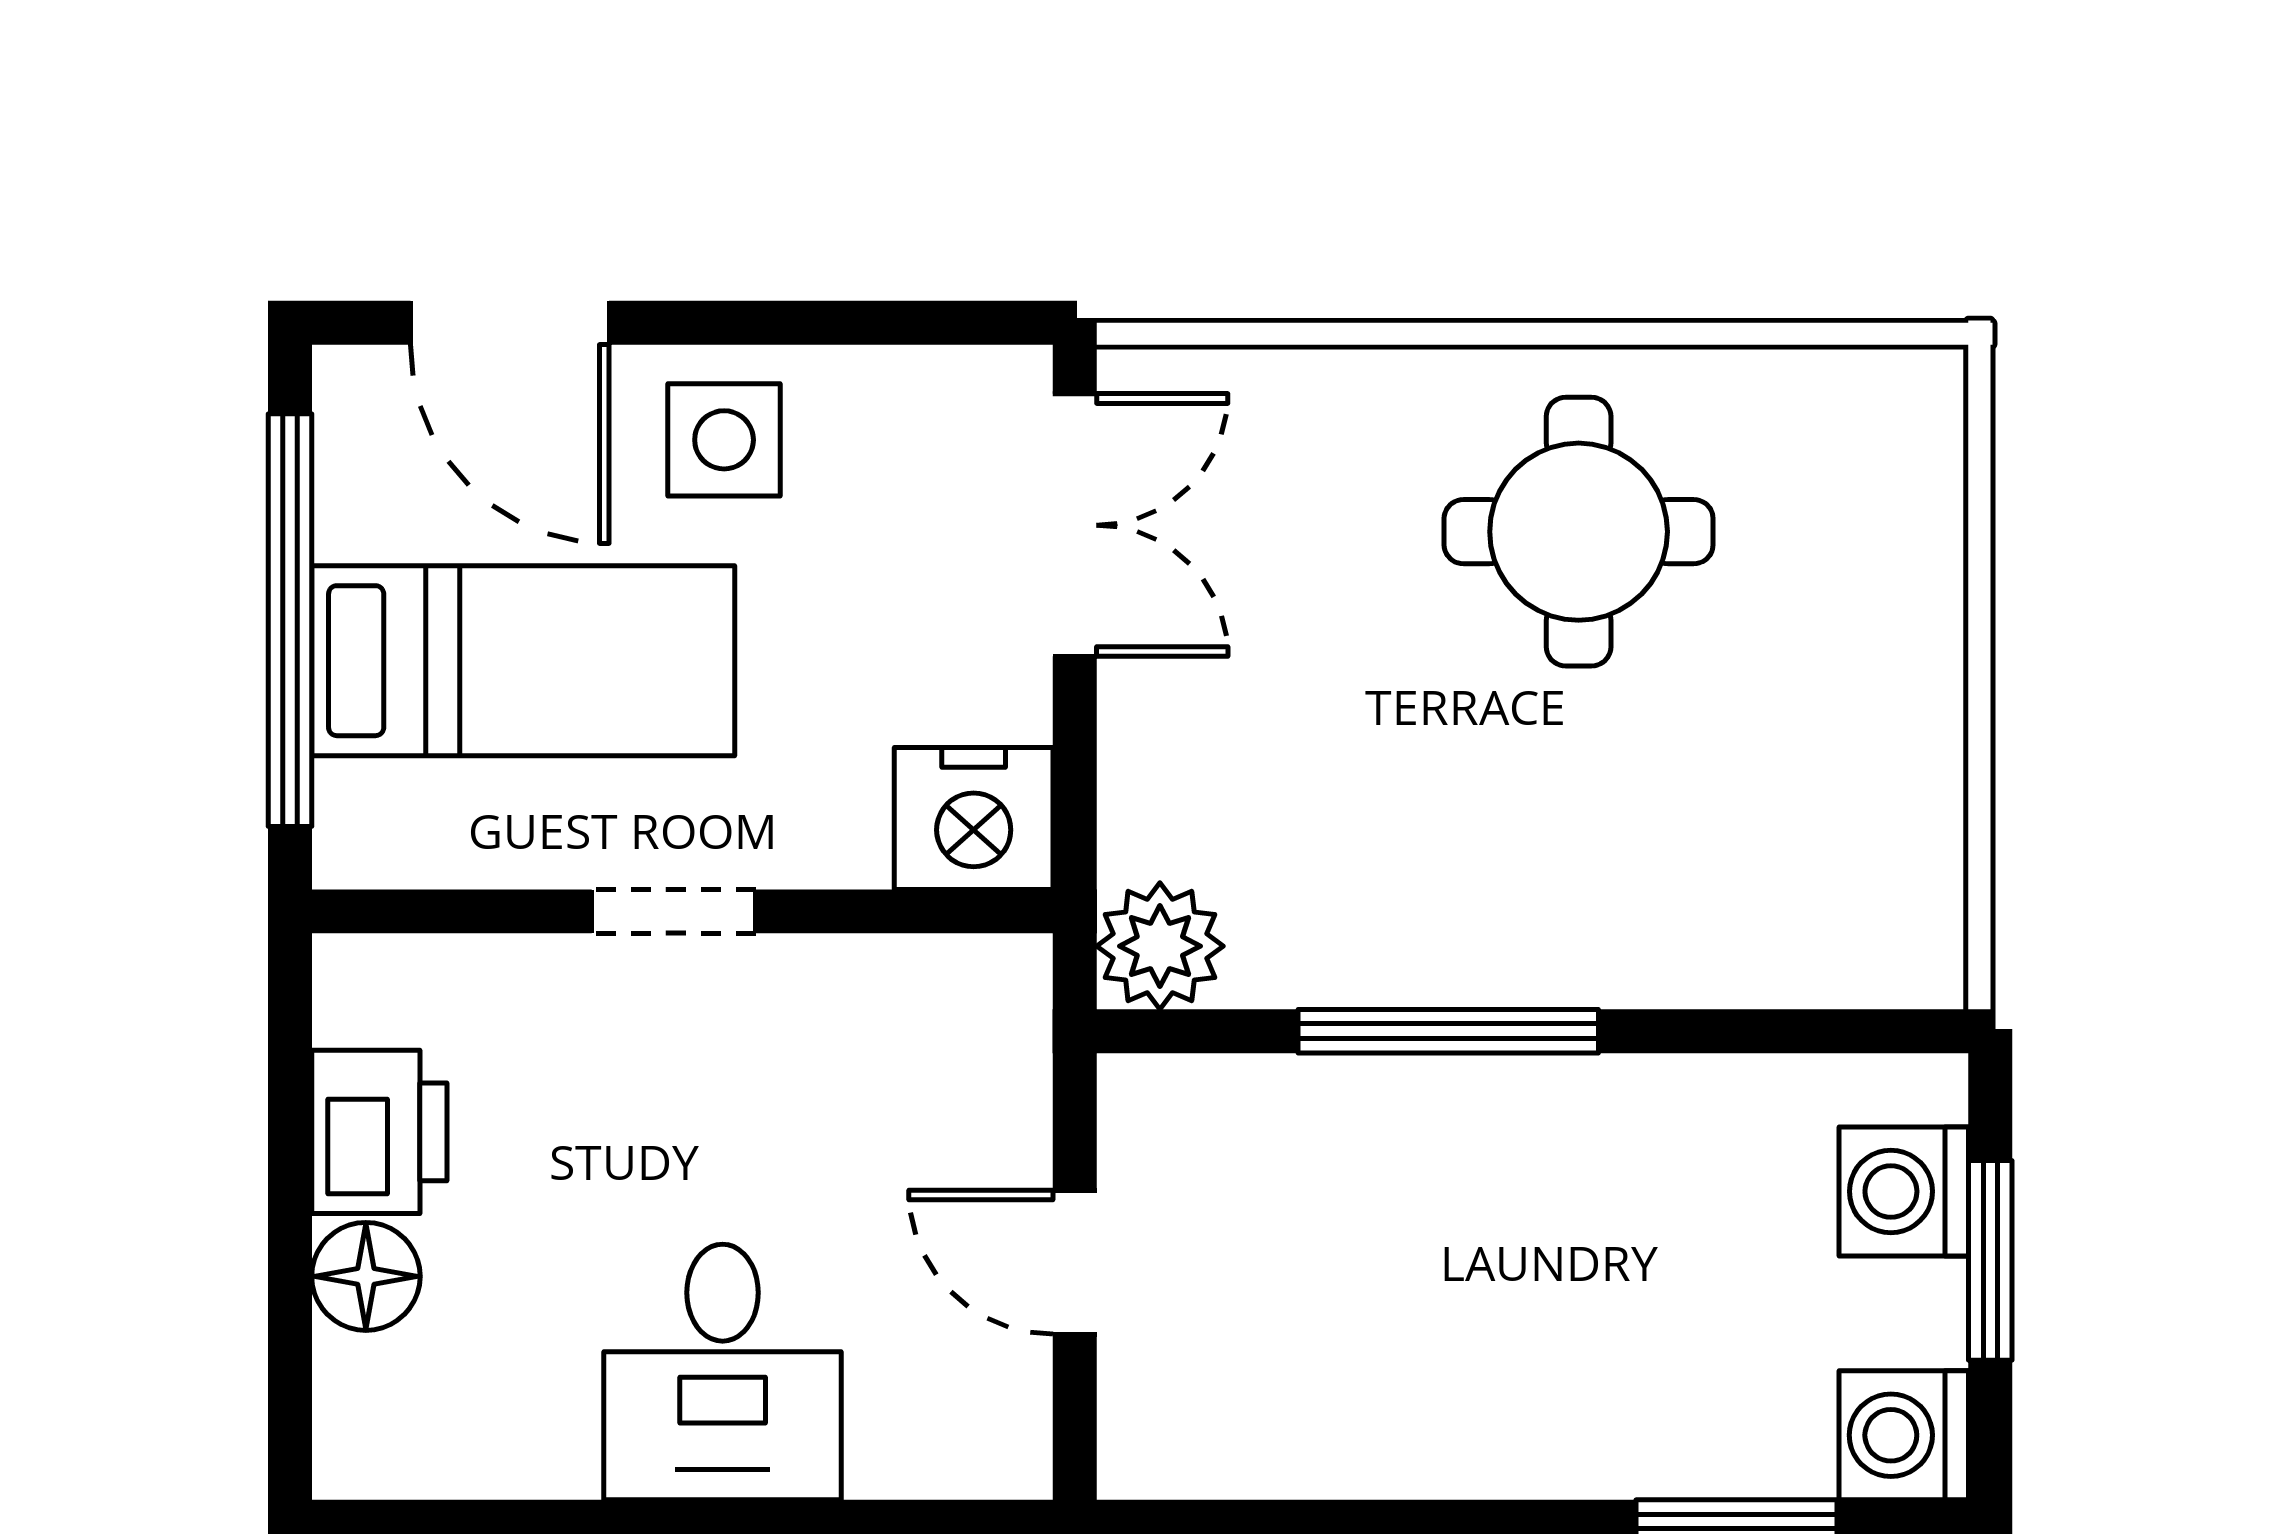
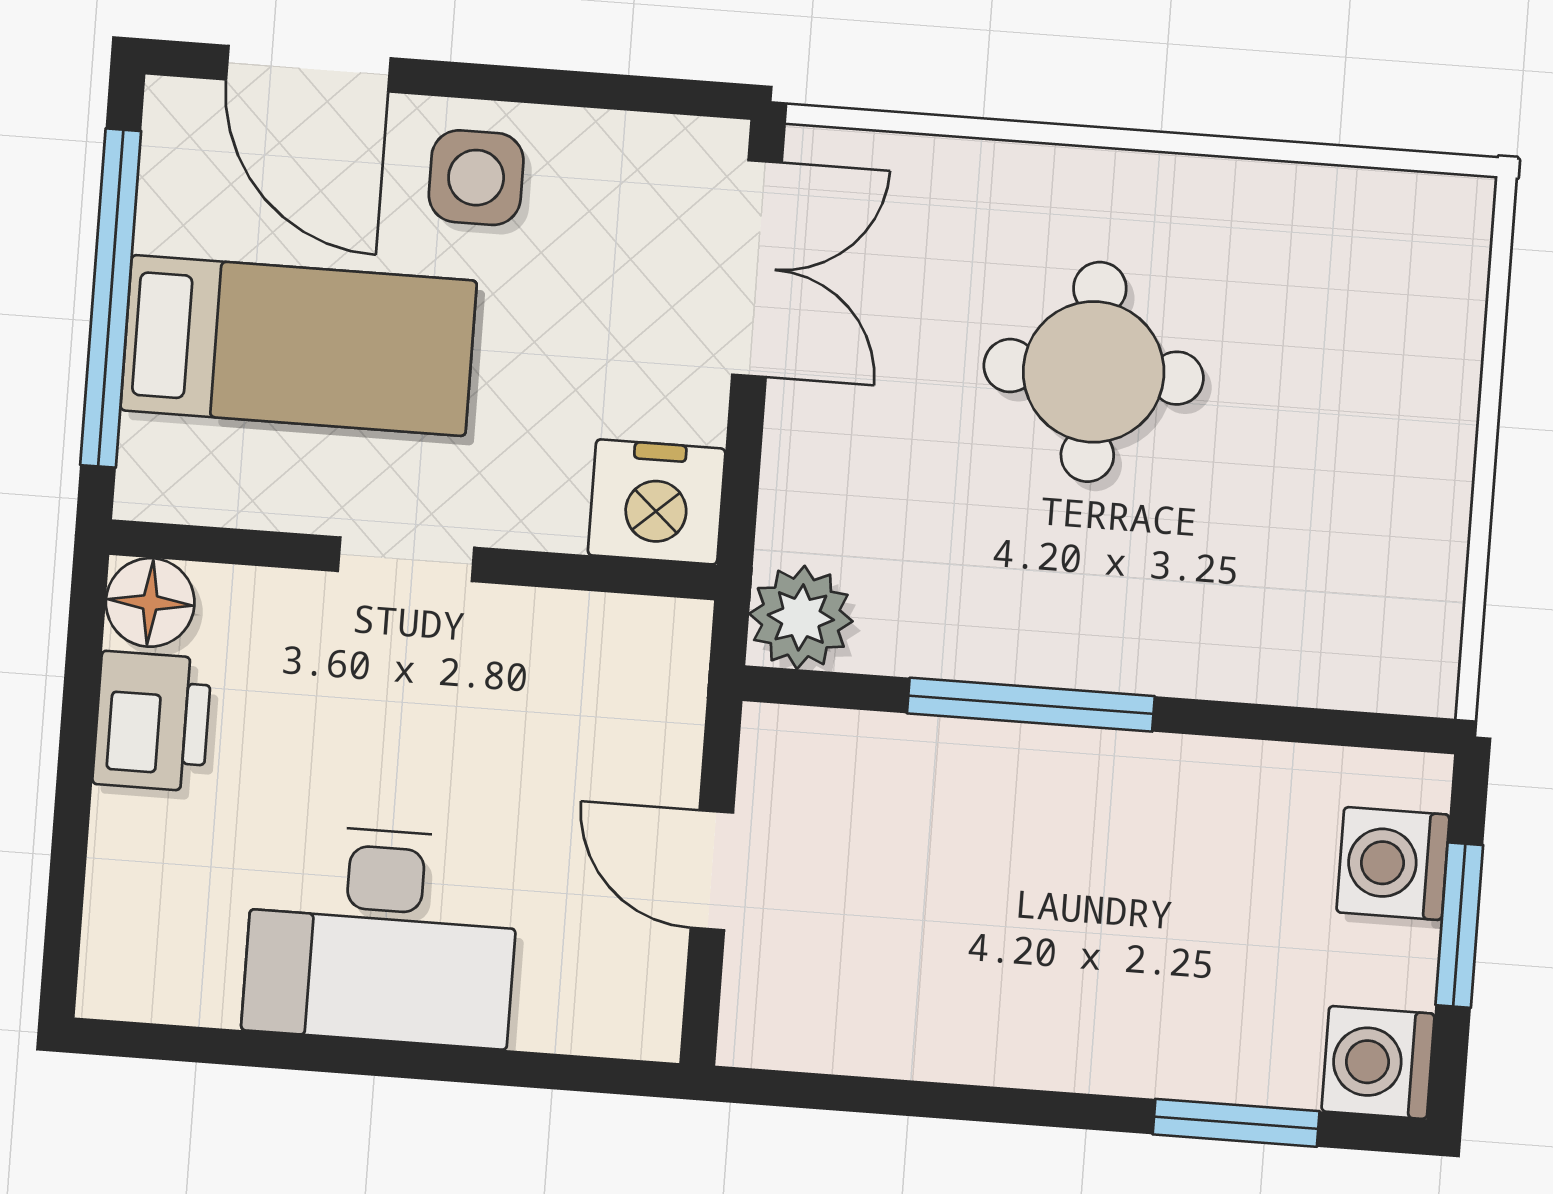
round table: (1579, 532) -> (1094, 372), moved
floor lamp: (366, 1276) -> (150, 602), moved
desk: (723, 1372) -> (382, 936), width x1.37

